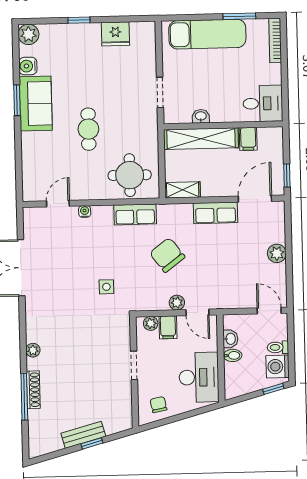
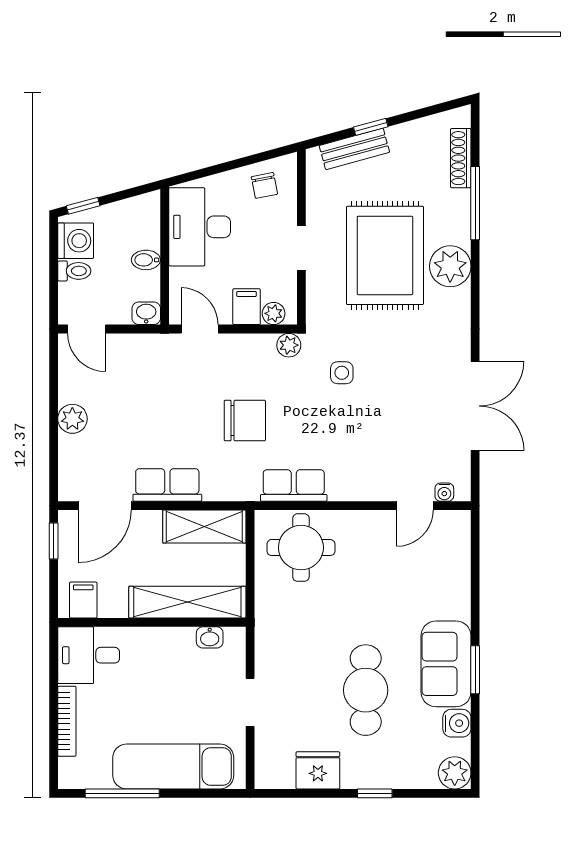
window: (239, 16) -> (122, 793), width x1.44
bookcase: (275, 40) -> (67, 721), moved
doorway: (160, 92) -> (250, 702), moved
washbasin: (201, 116) -> (210, 637), moved
cafe table: (88, 129) -> (366, 690), moved, width x1.37, depth x1.35
filing cabinet: (248, 139) -> (83, 600), moved
shelving: (183, 190) -> (204, 526), width x1.50, depth x1.33
water cooler: (85, 211) -> (444, 492), moved
chair: (167, 255) -> (245, 420), turned -53
plant: (177, 303) -> (289, 345), moved
washbasin: (230, 339) -> (146, 313), moved, turned 90
plant: (33, 350) -> (450, 266), width x1.88, depth x1.88
rug: (81, 362) -> (385, 255), added
shoe rack: (33, 390) -> (461, 158), moved
bench: (83, 435) -> (354, 149), moved

